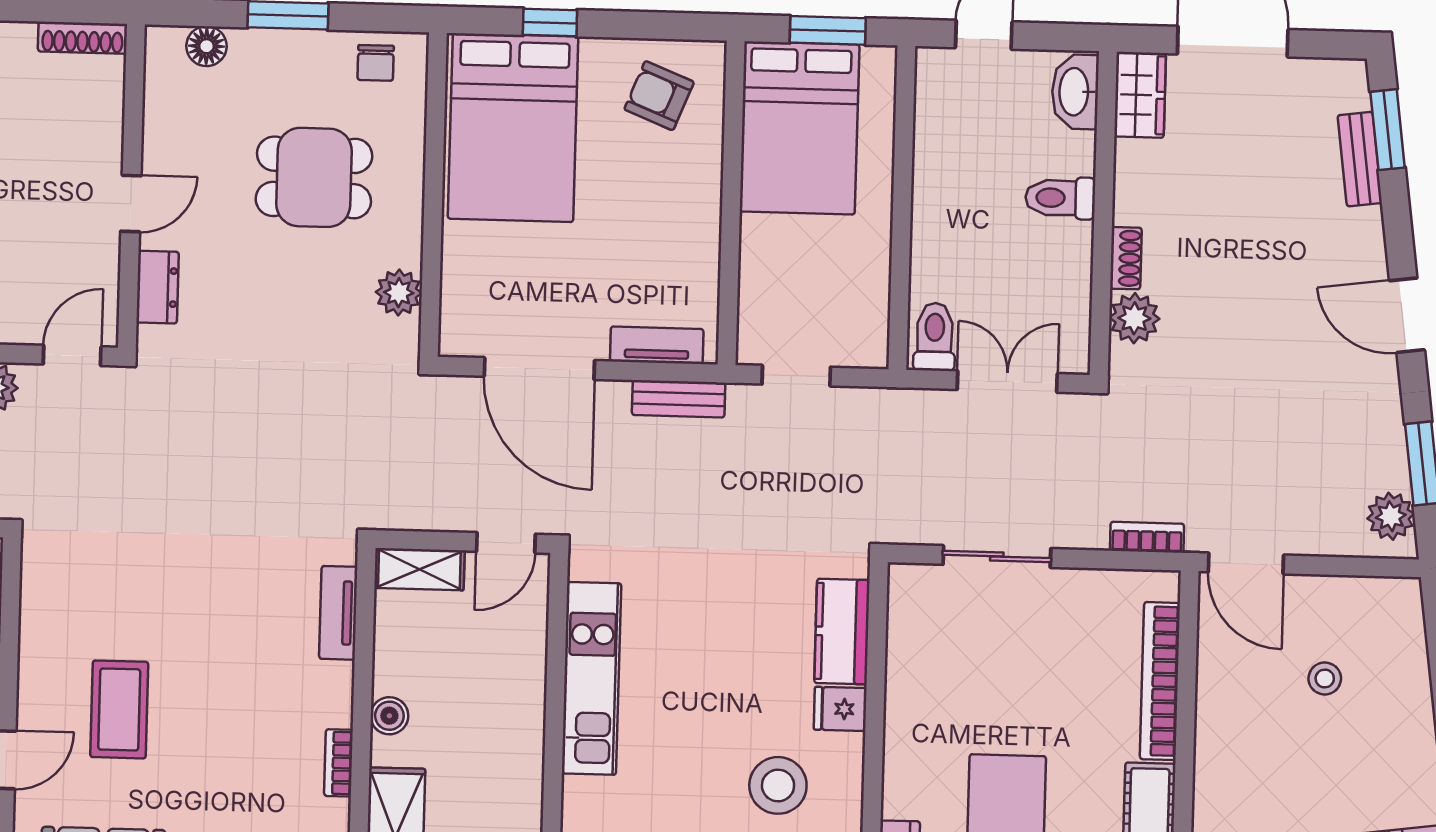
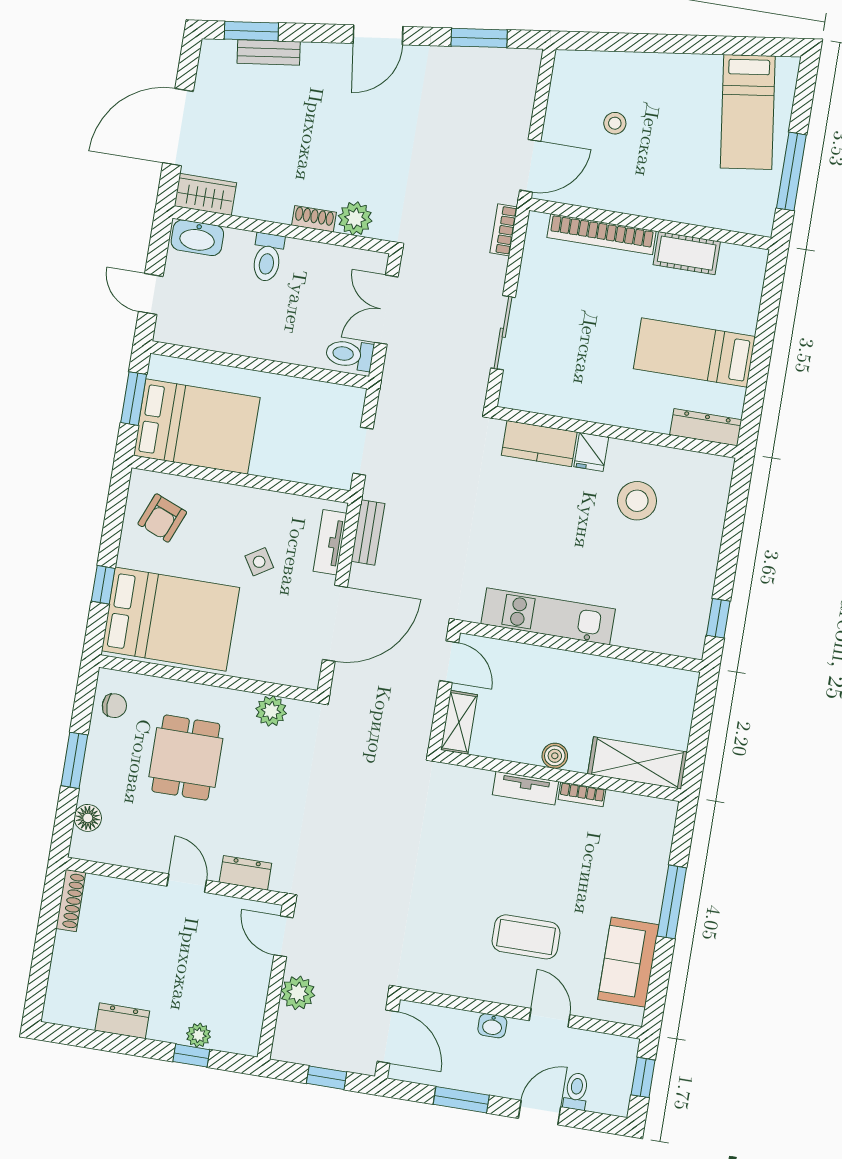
side table: (614, 246) -> (259, 562), added
plant: (1391, 516) -> (512, 64), removed
tv unit: (338, 613) -> (525, 788), moved

